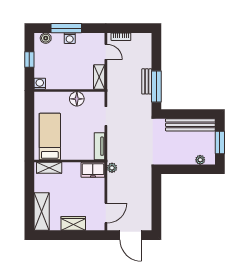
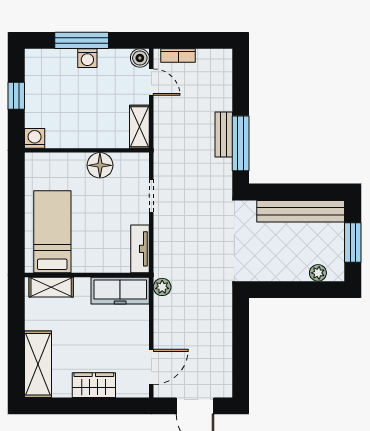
boiler: (46, 38) -> (140, 58), moved
freezer: (93, 170) -> (120, 291), width x1.40

